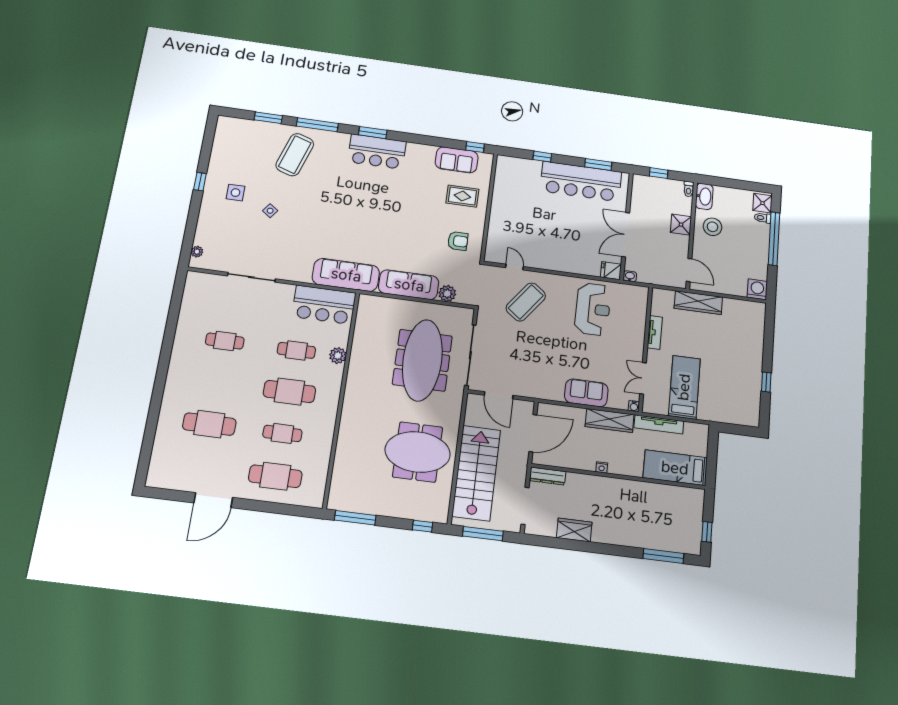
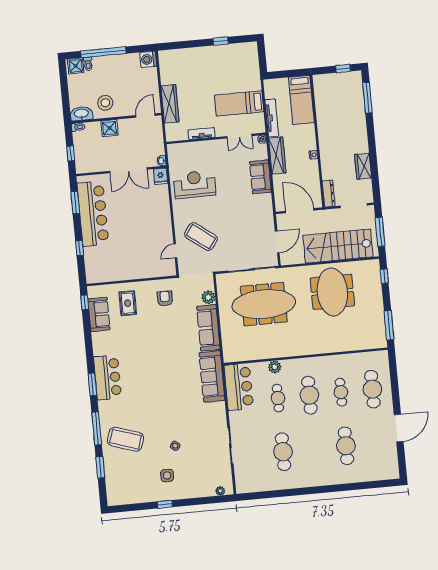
cafe table: (225, 341) -> (283, 452), width x1.37, depth x1.35
door: (213, 500) -> (399, 428), hinge flipped

